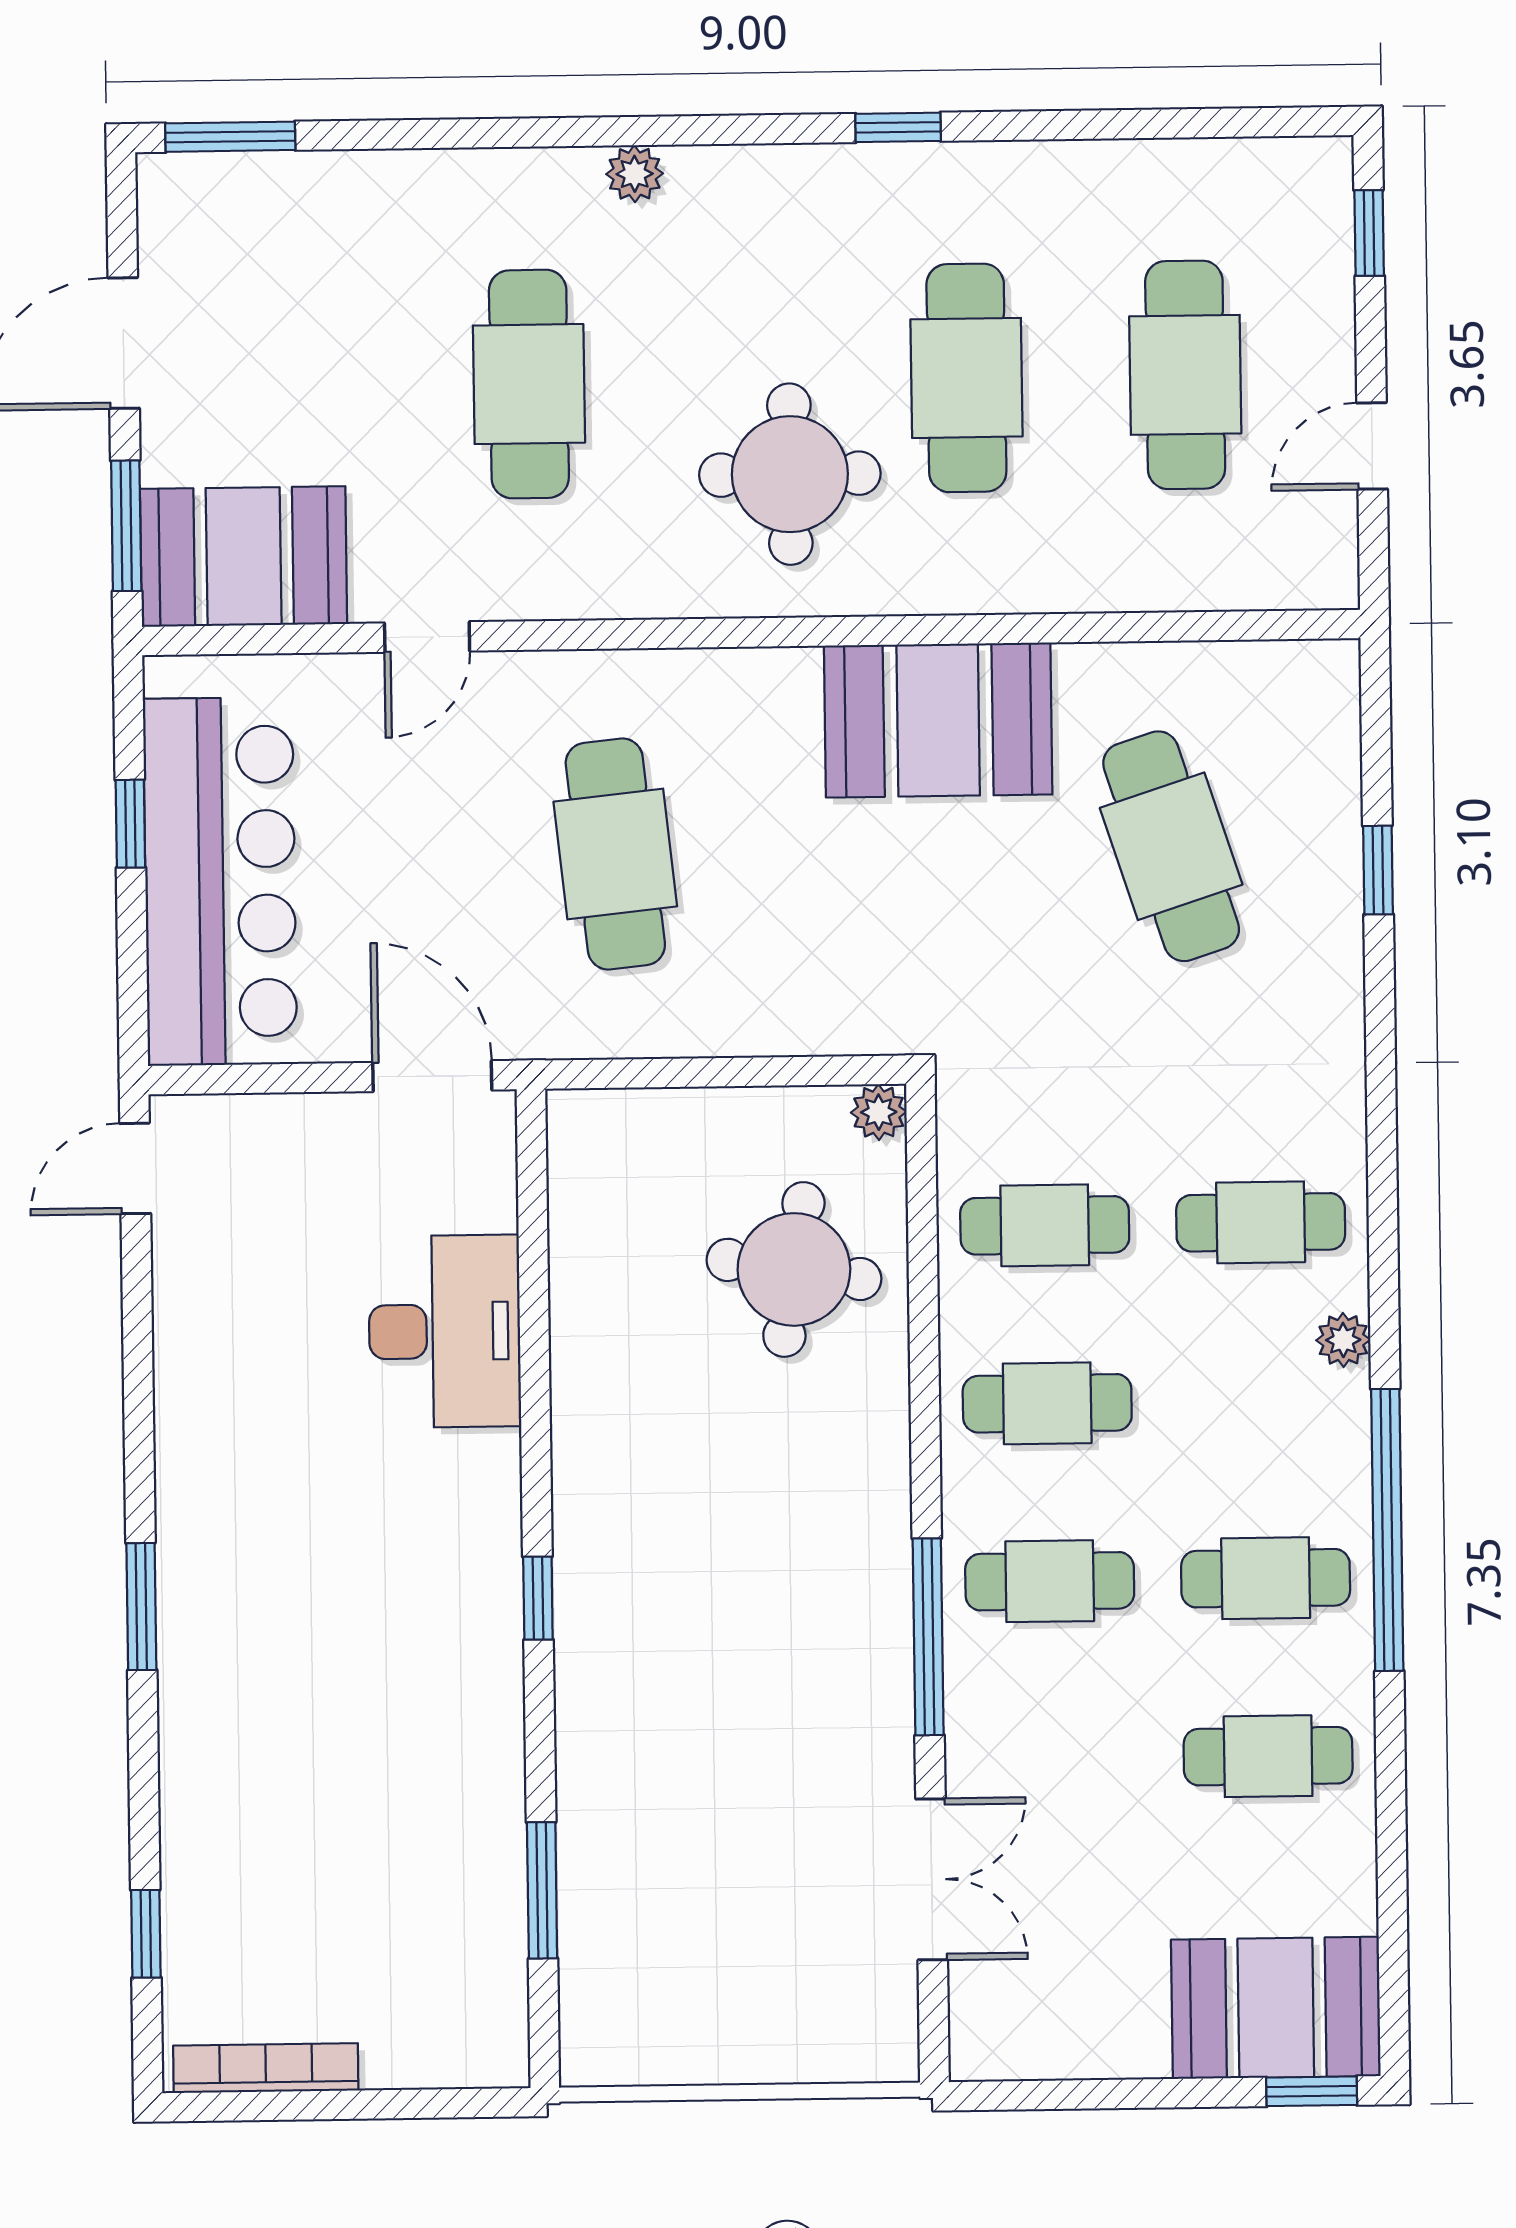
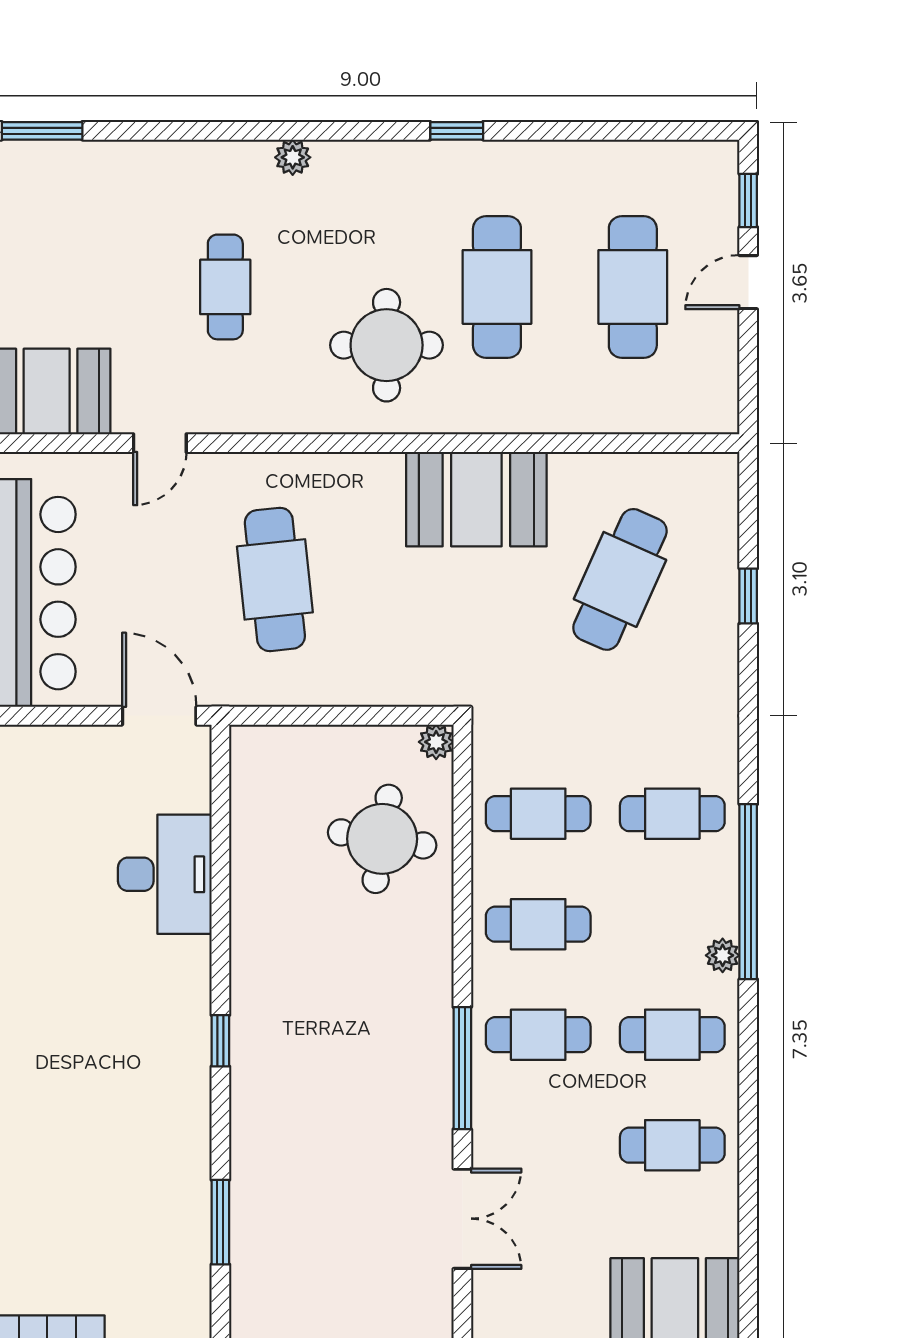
cafe table: (529, 384) -> (225, 287), width x0.73, depth x0.74
door: (1372, 446) -> (748, 282), moved
cafe table: (1171, 846) -> (620, 579), turned 42
plant: (1343, 1340) -> (723, 955), moved
window: (1387, 1530) -> (748, 892), moved

